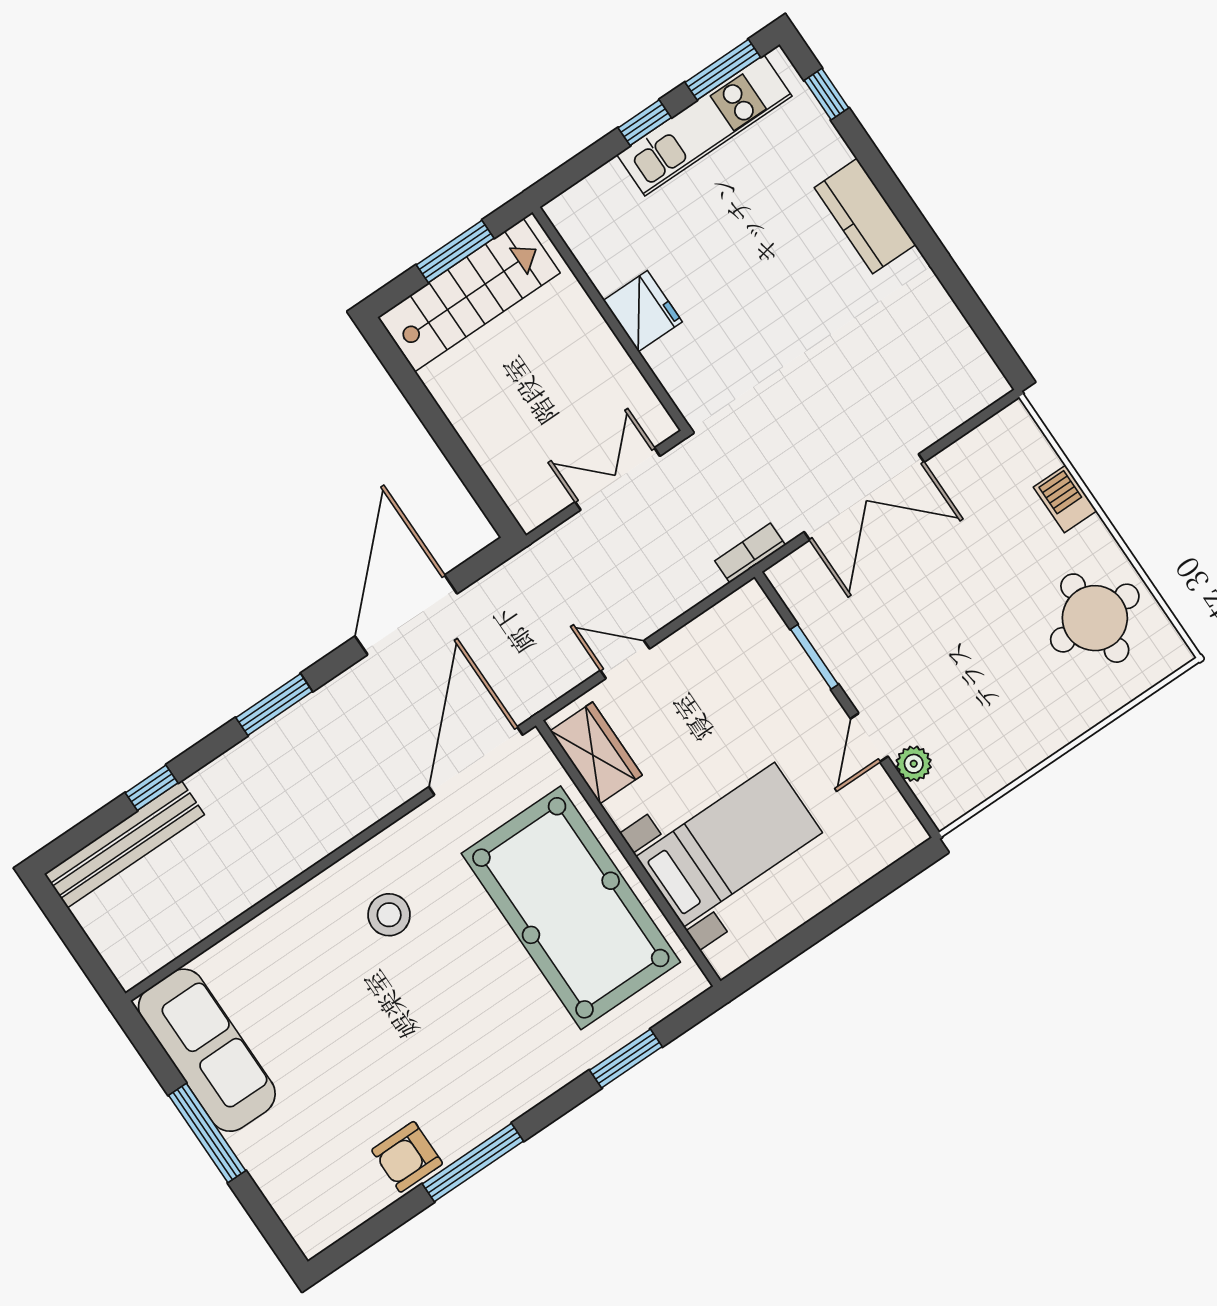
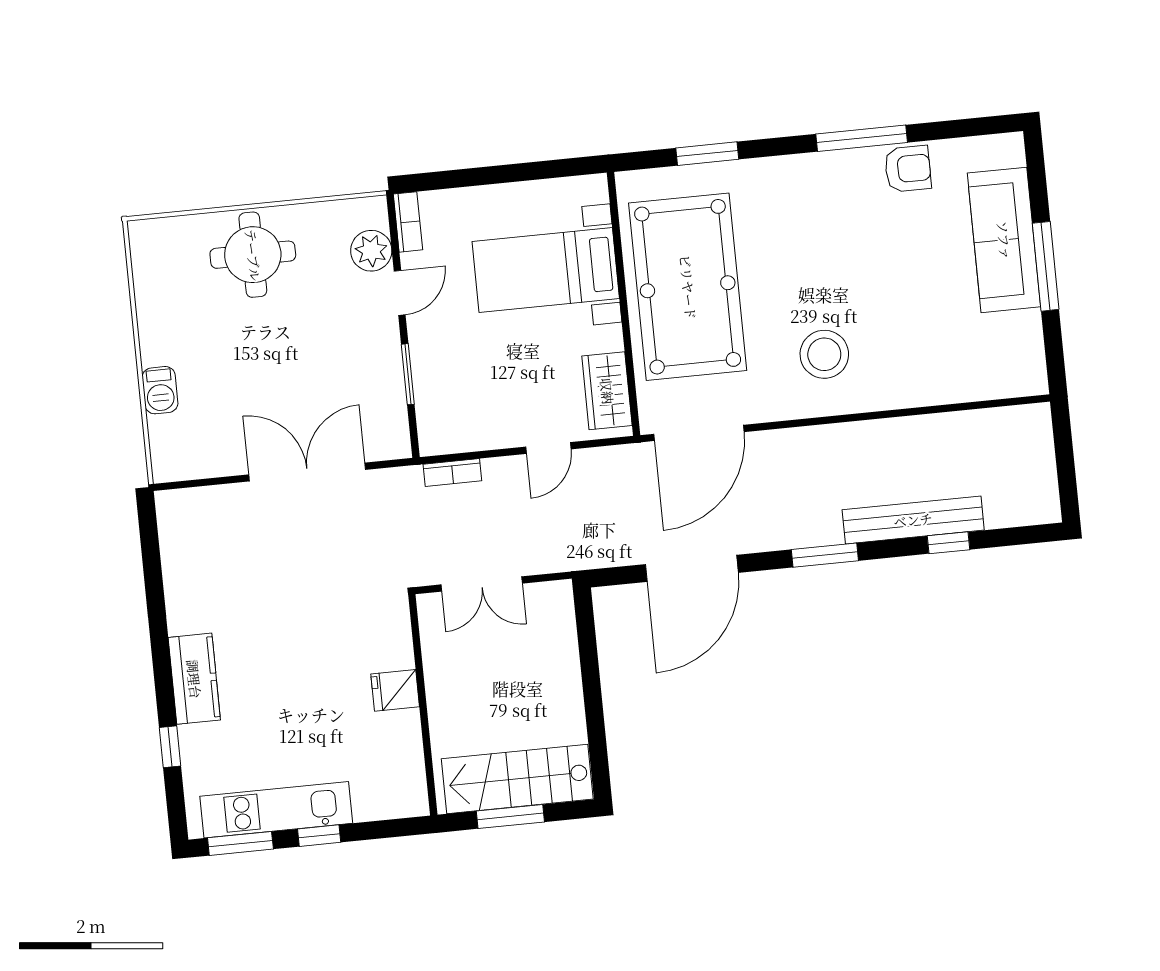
window: (827, 94) -> (170, 747), moved
fridge: (643, 311) -> (395, 690), width x0.72
bookcase: (750, 553) -> (452, 473), moved
round table: (1095, 618) -> (253, 255), moved
door: (625, 659) -> (548, 448), hinge flipped
plant: (914, 764) -> (371, 251), width x1.38, depth x1.38
bookcase: (901, 817) -> (408, 222), added
bench: (124, 844) -> (913, 520), moved
stool: (389, 915) -> (824, 354), width x1.38, depth x1.38
sofa: (207, 1050) -> (1004, 240), moved

